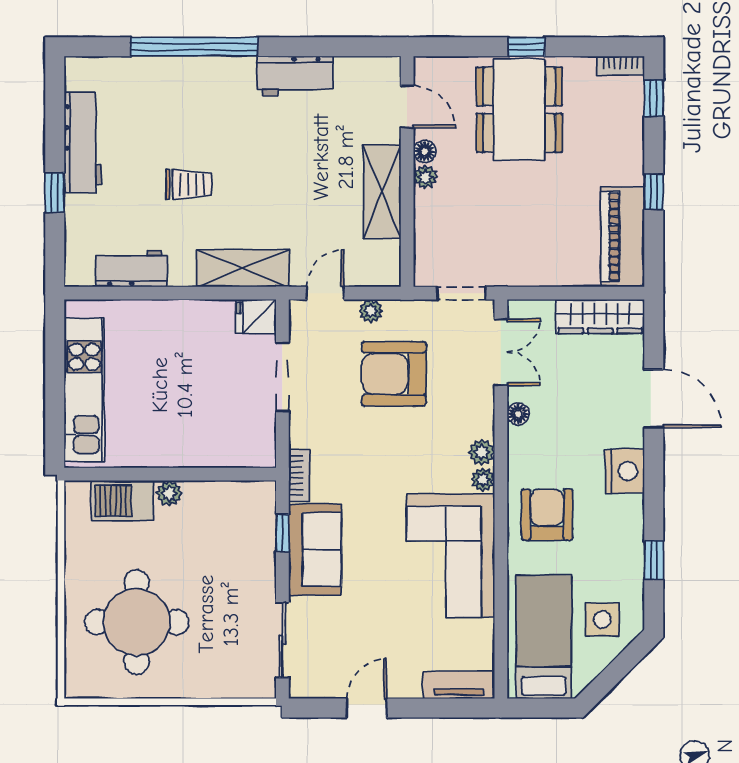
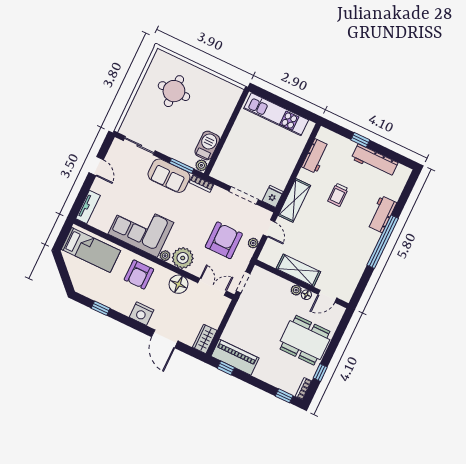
window: (194, 47) -> (383, 242), moved
window: (527, 47) -> (320, 373), moved
workbench: (294, 76) -> (382, 214), moved
window: (654, 192) -> (226, 368), moved
wardrobe: (600, 316) -> (205, 339), width x0.67
double door: (501, 352) -> (212, 287), swing flipped
door: (654, 398) -> (165, 339), hinge flipped
floor lamp: (518, 414) -> (178, 284), width x1.89, depth x1.89
plant: (482, 452) -> (183, 258), width x1.88, depth x1.88
plant: (169, 493) -> (201, 165), moved
barbecue: (123, 501) -> (207, 145), moved
armchair: (547, 515) -> (139, 274), turned 90
window: (282, 533) -> (182, 166), width x1.50
side table: (602, 619) -> (87, 277), removed
round table: (137, 622) -> (174, 91), width x0.73, depth x0.73

